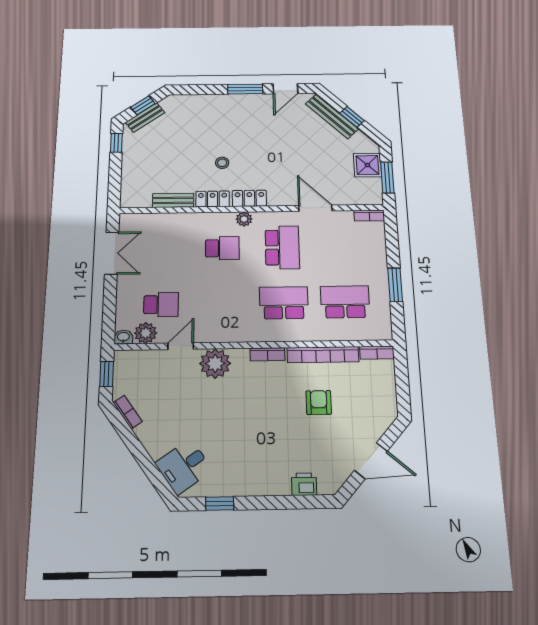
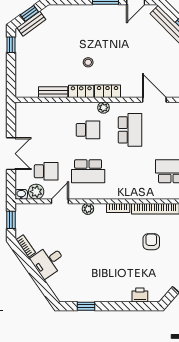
double door: (112, 253) -> (11, 154), moved
school desk: (284, 303) -> (88, 171), moved, turned 180
plant: (215, 363) -> (88, 209), width x0.53, depth x0.53
desk: (184, 467) -> (48, 261), moved

